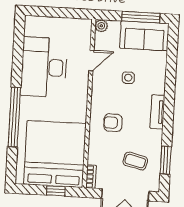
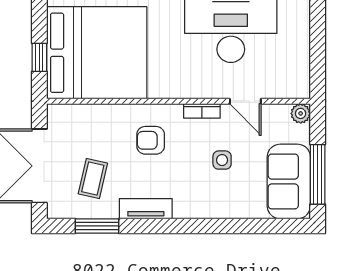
tv unit: (157, 112) -> (146, 209), moved
armchair: (113, 123) -> (151, 140), turned -90
bookcase: (91, 177) -> (202, 111), moved

